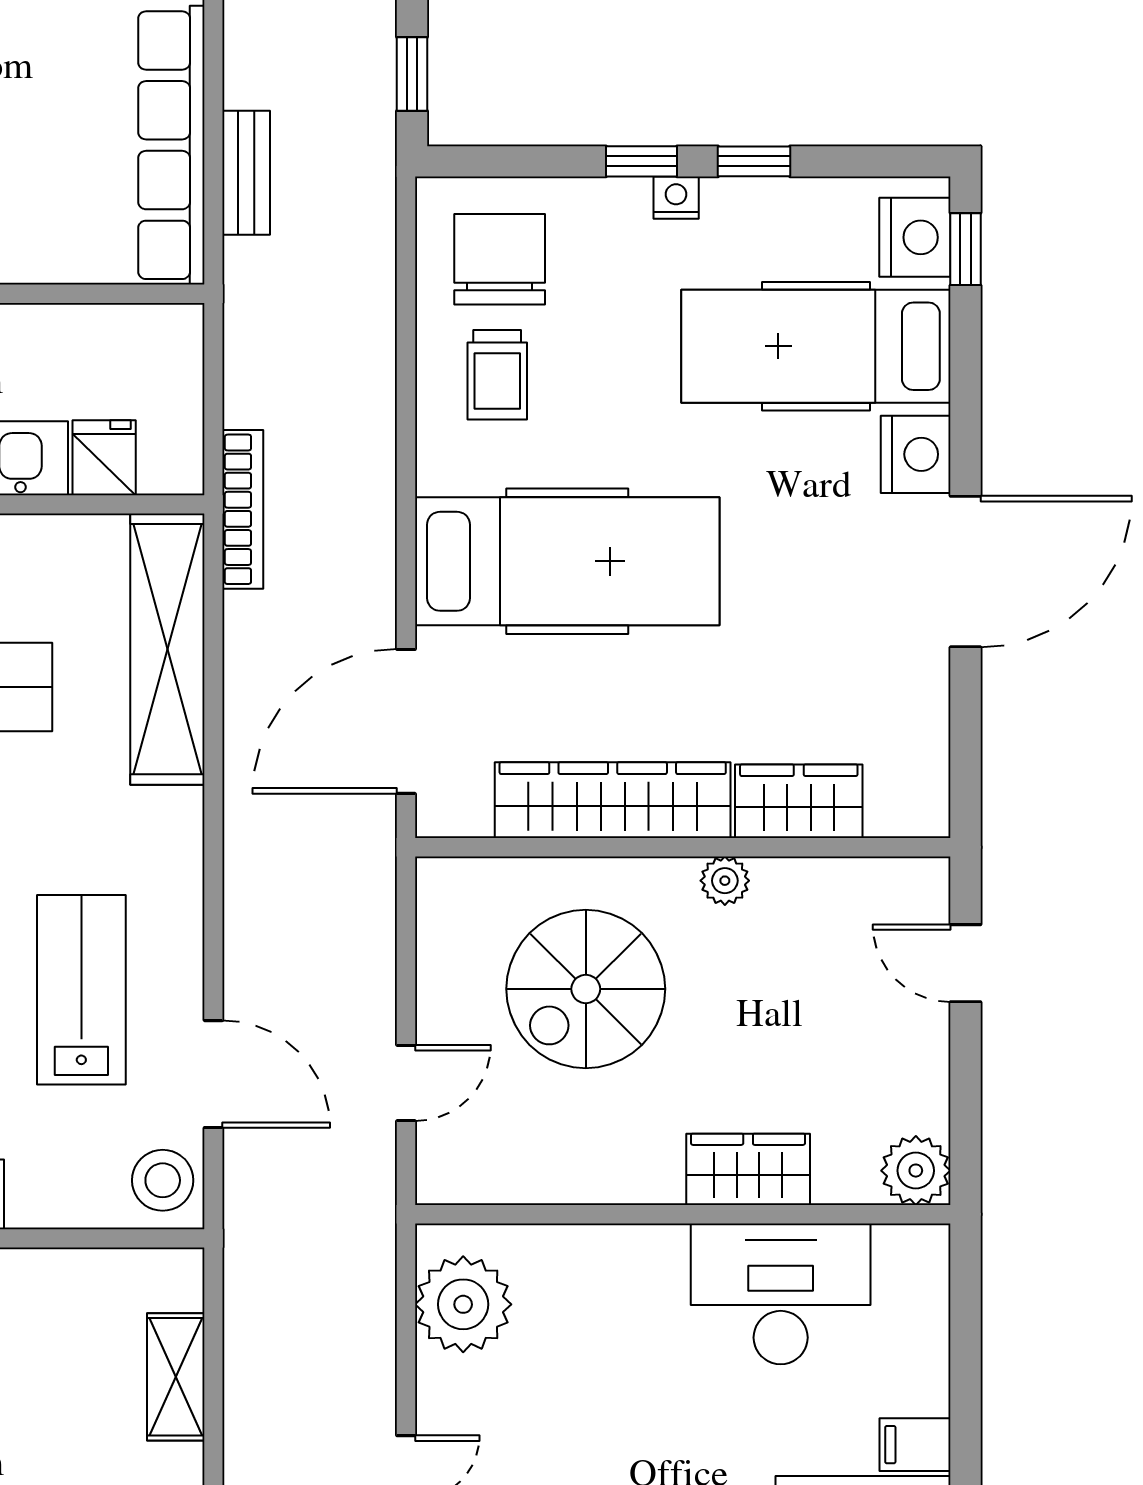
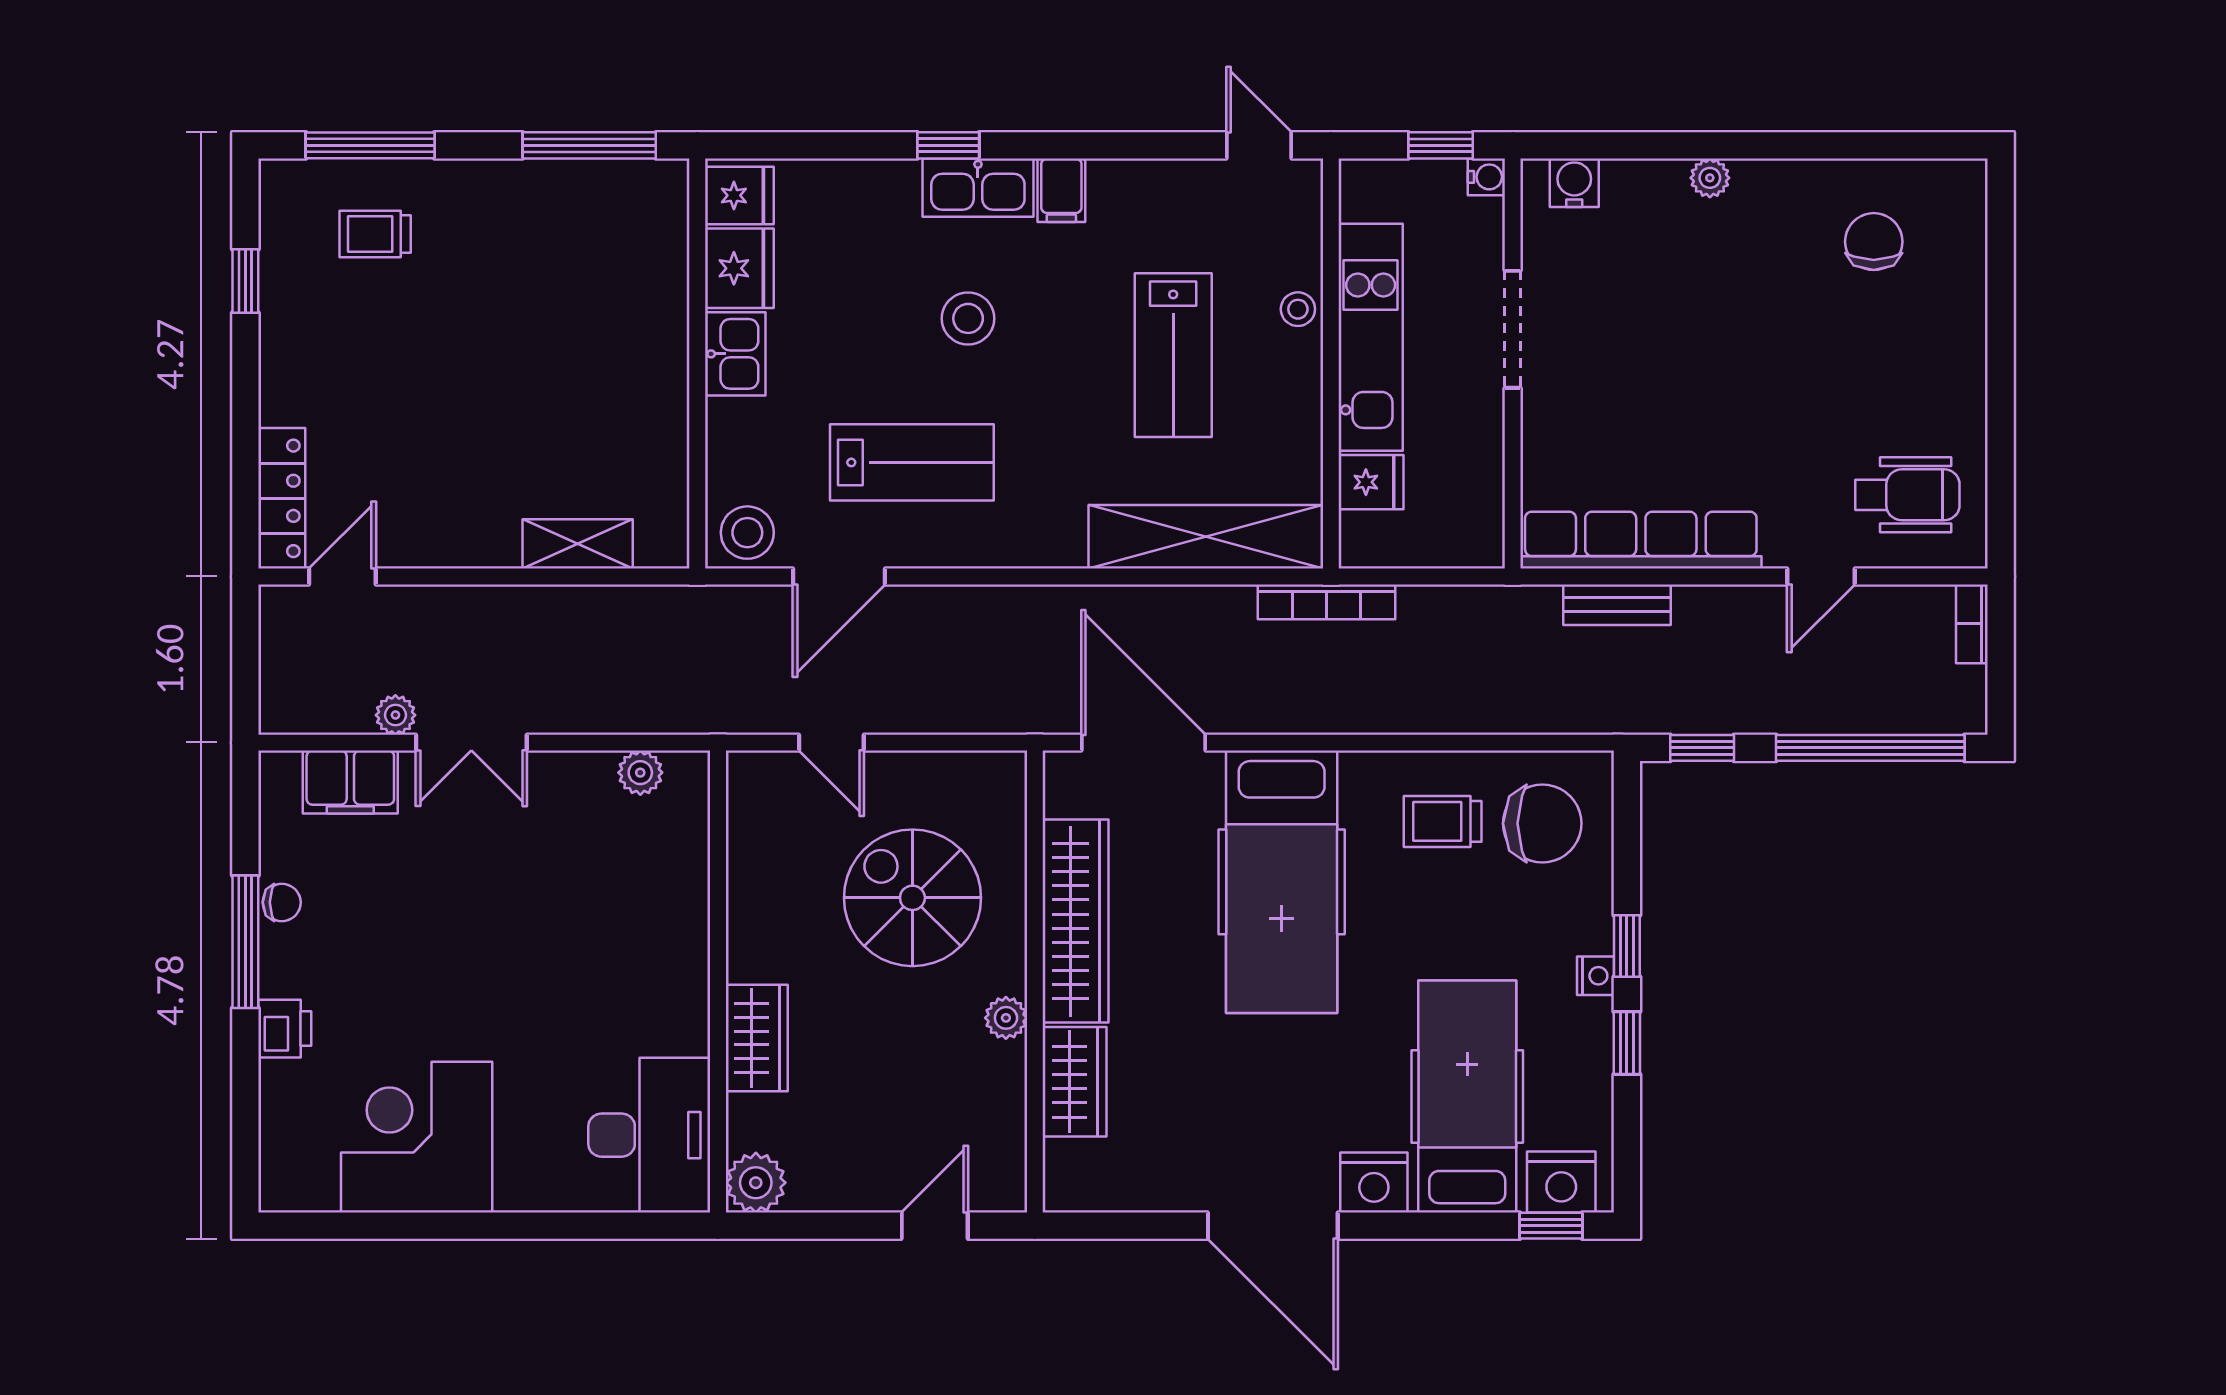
desk: (781, 1294) -> (649, 1135), moved
plant: (463, 1304) -> (640, 773), width x0.53, depth x0.53
filing cabinet: (915, 1445) -> (519, 1182), removed

